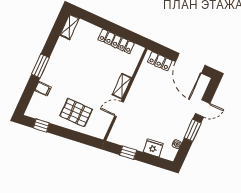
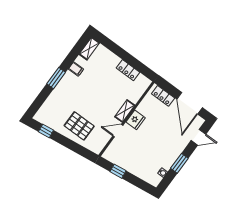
locker: (116, 41) -> (128, 70), width x0.66
filing cabinet: (43, 89) -> (76, 69), moved
door: (203, 108) -> (198, 137), moved
fridge: (153, 148) -> (136, 120), moved, turned 97

